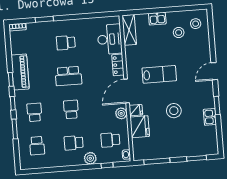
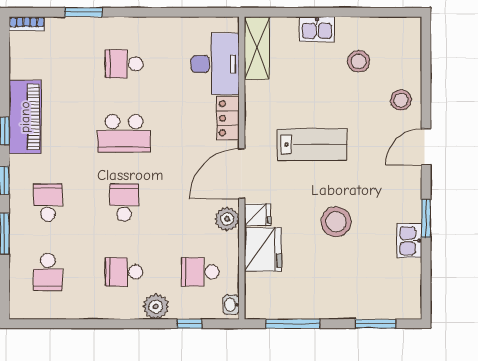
stool: (196, 24) -> (401, 100), moved

